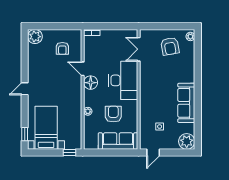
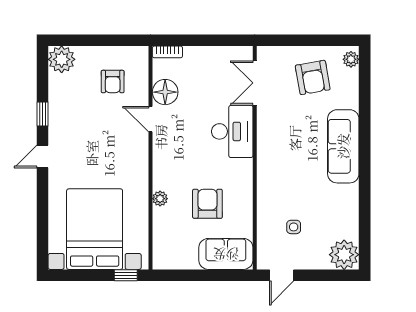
desk: (123, 80) -> (232, 131), width x0.73, depth x0.77
floor lamp: (91, 83) -> (165, 92), moved
sofa: (186, 103) -> (343, 146), moved
bed with nightstands: (46, 128) -> (95, 229), width x1.36
window: (25, 134) -> (42, 114), moved
sofa: (118, 141) -> (226, 254), width x0.73

